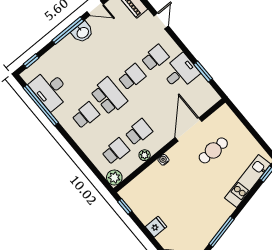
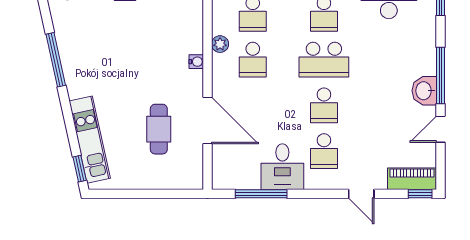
window: (203, 72) -> (261, 194), width x1.44

